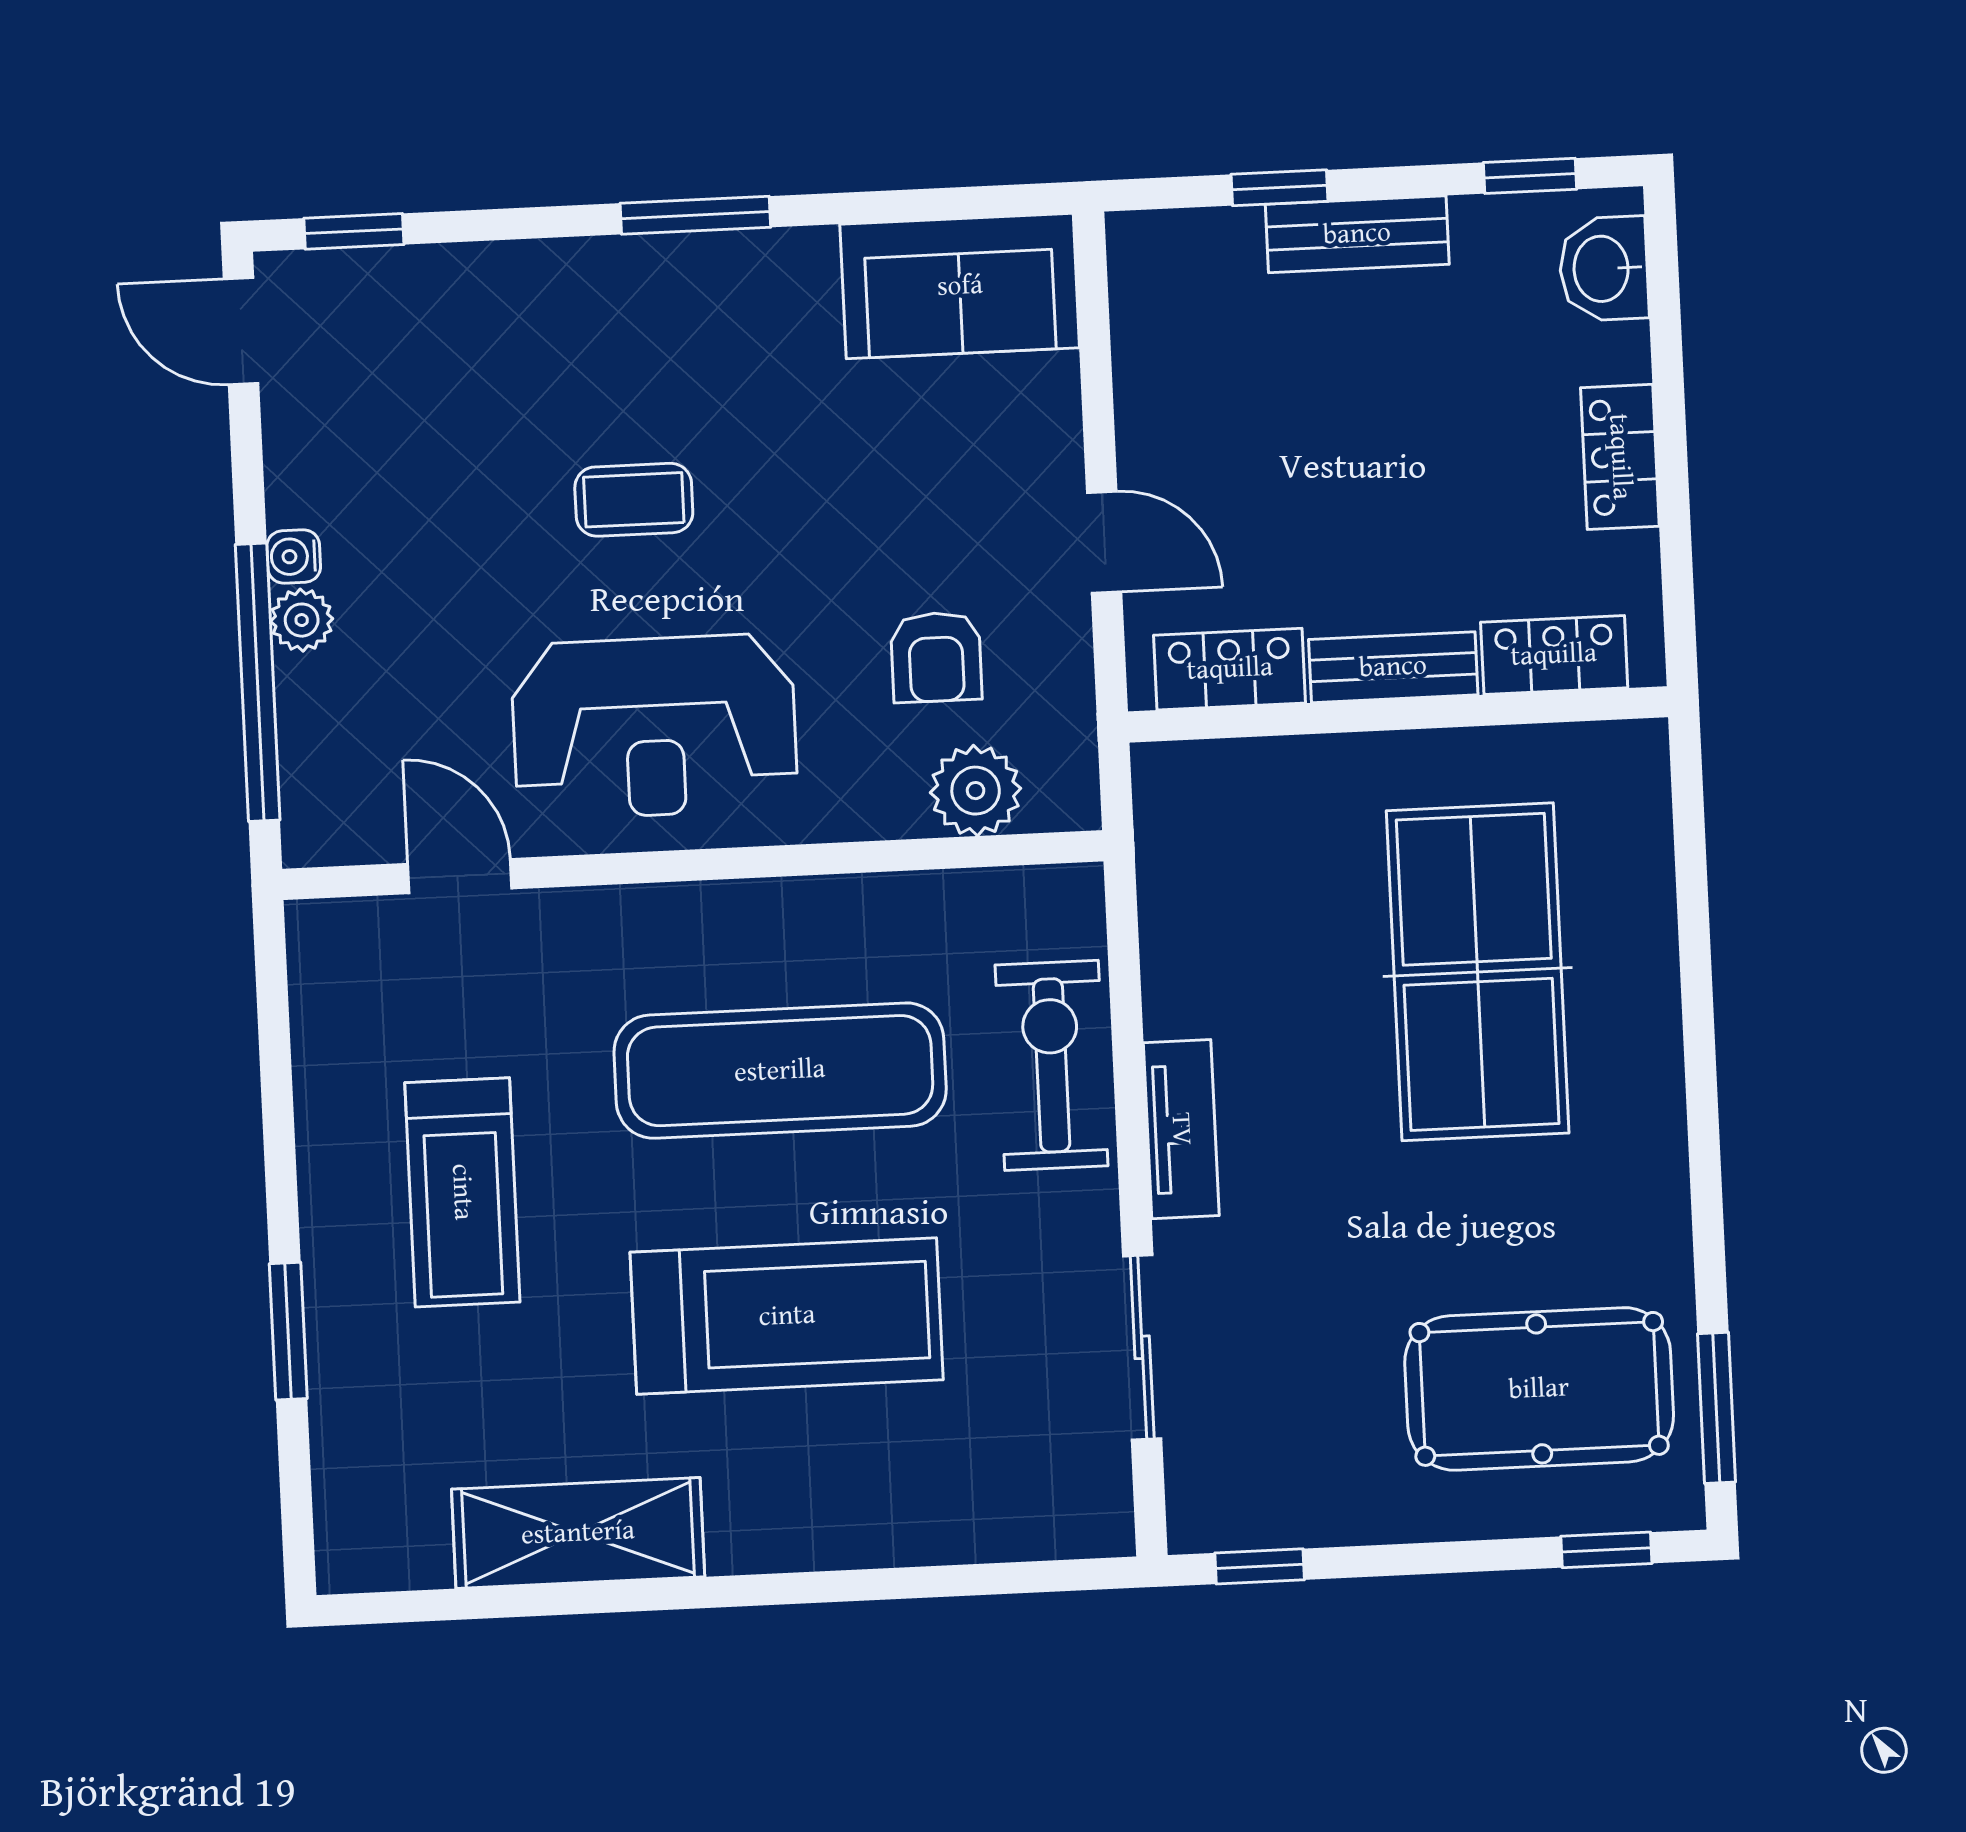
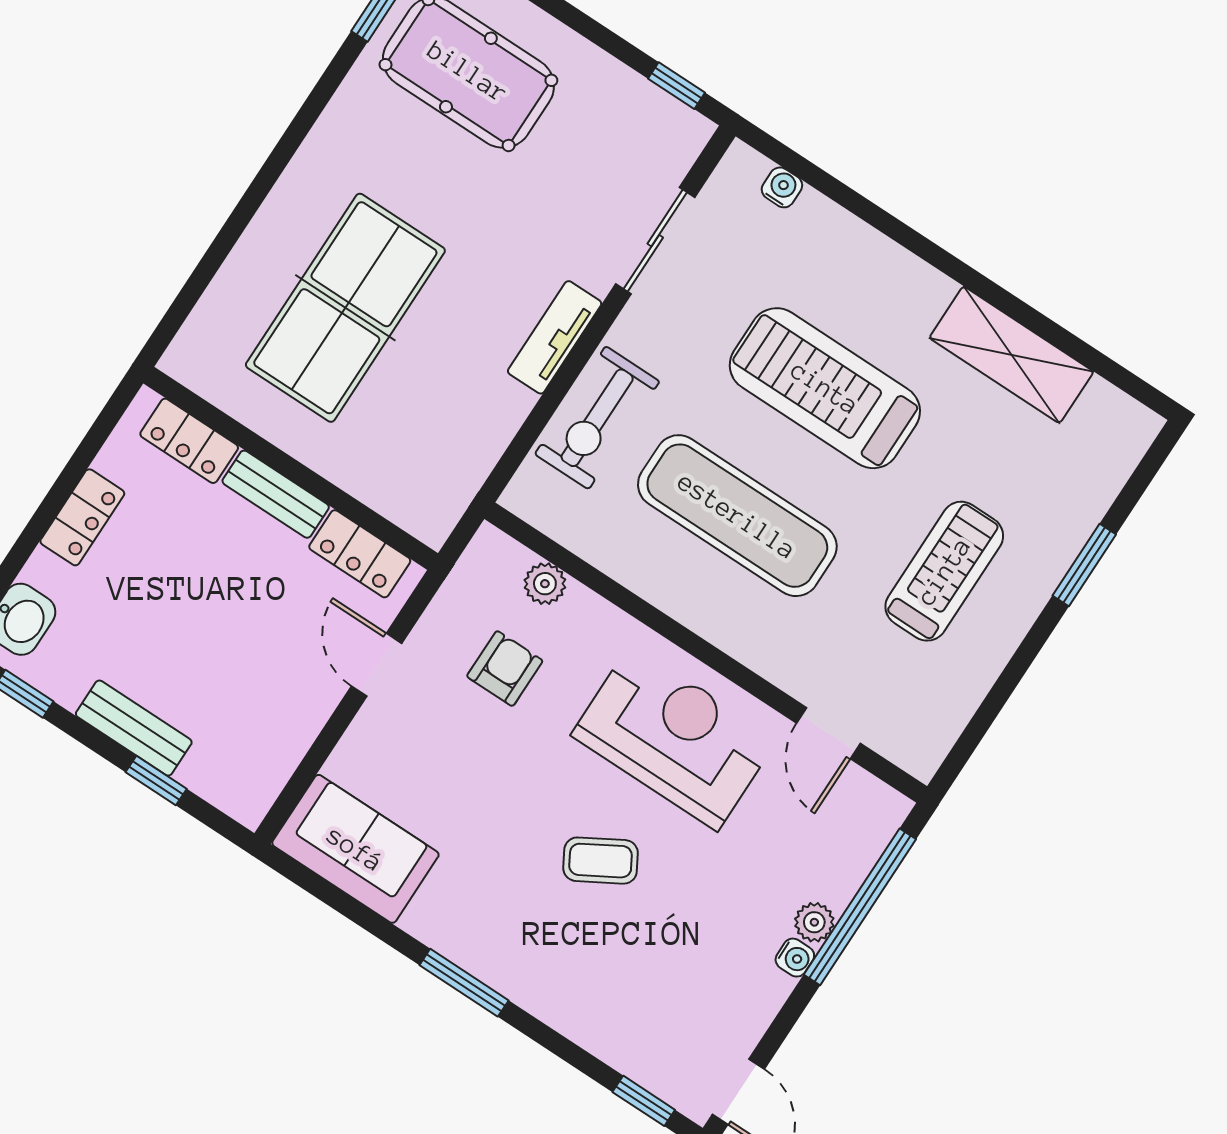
coffee table: (634, 500) -> (601, 861), turned -30
plant: (976, 791) -> (545, 584), width x0.73, depth x0.73
water cooler: (1029, 1534) -> (782, 187), added

